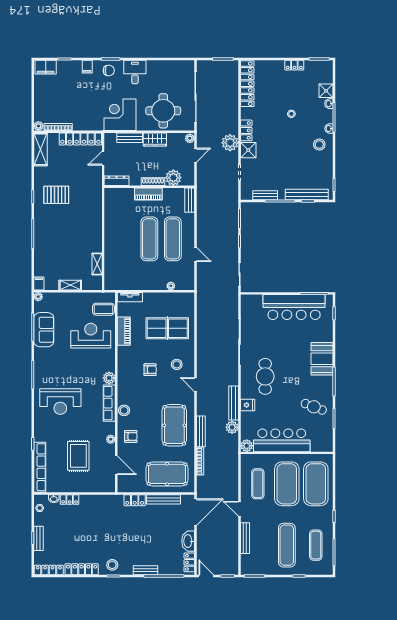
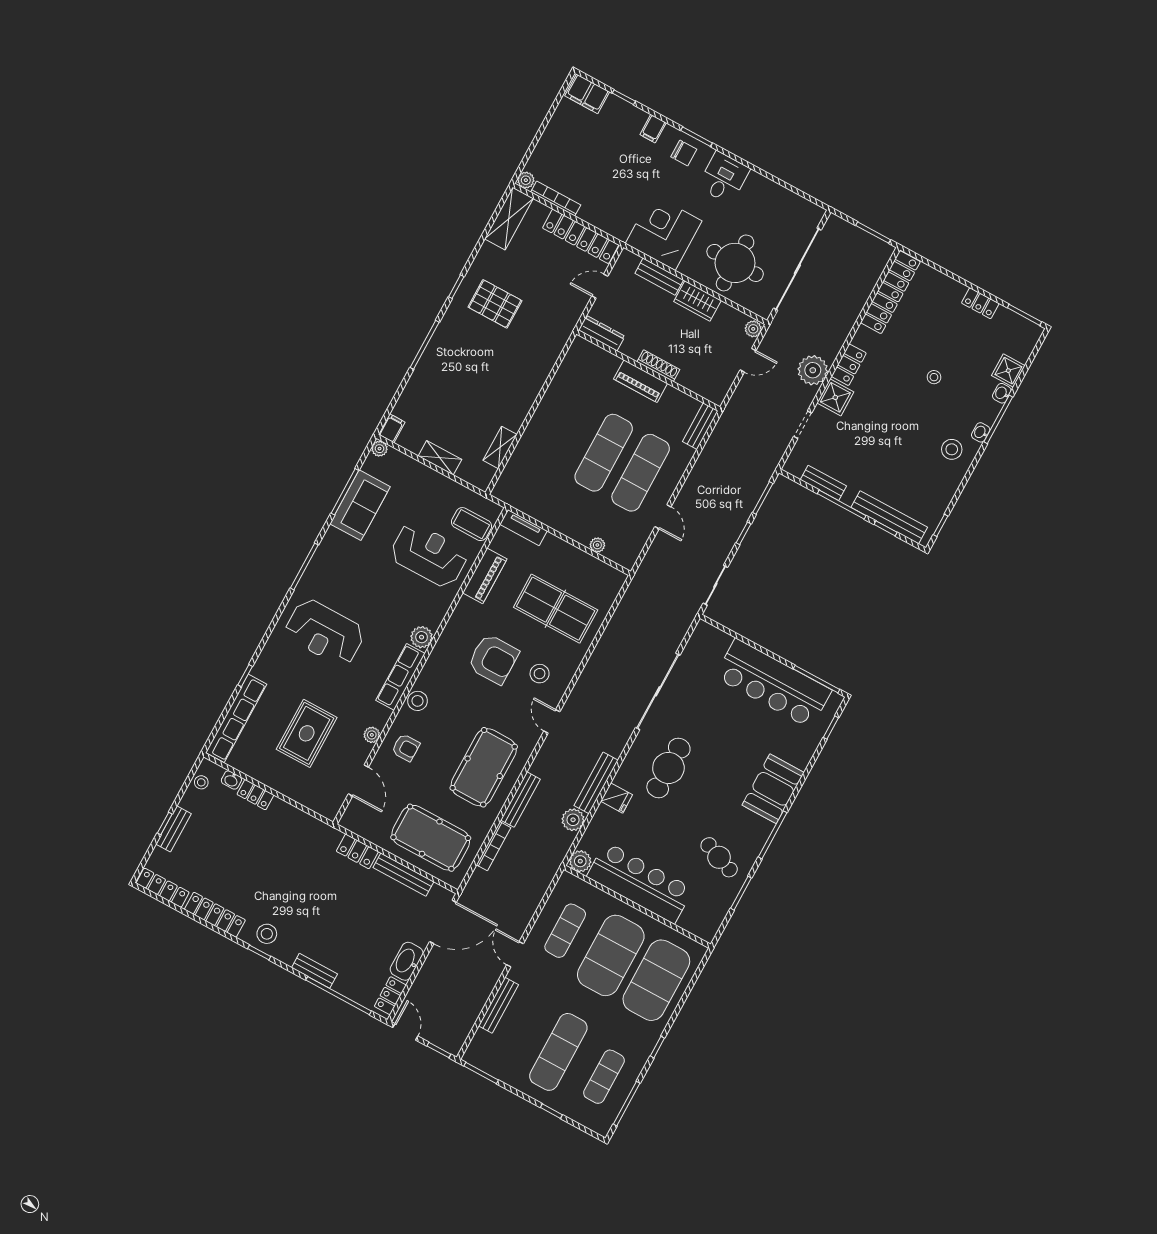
plant: (173, 178) -> (694, 377), removed
armchair: (150, 370) -> (493, 659), width x1.88, depth x1.88

